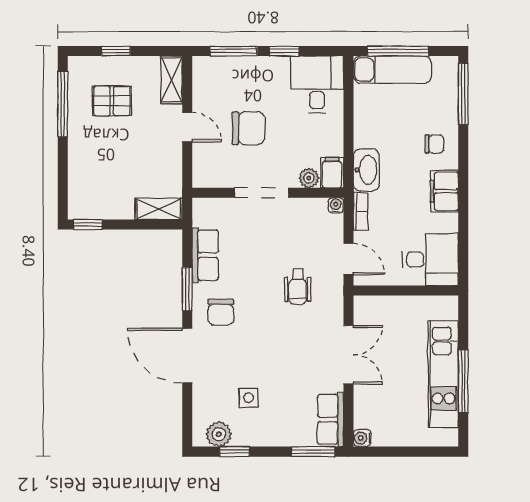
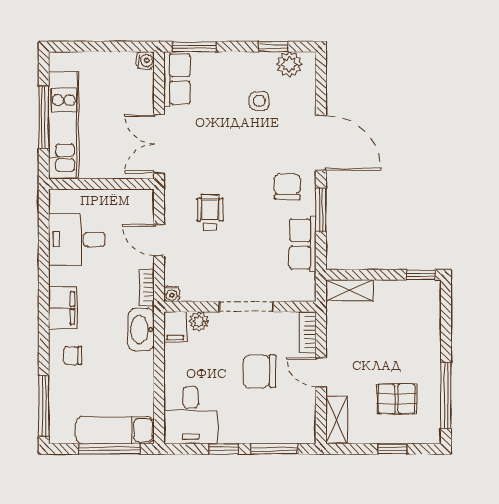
bookcase: (200, 167) -> (308, 332), added
wall: (406, 290) -> (101, 184), moved

